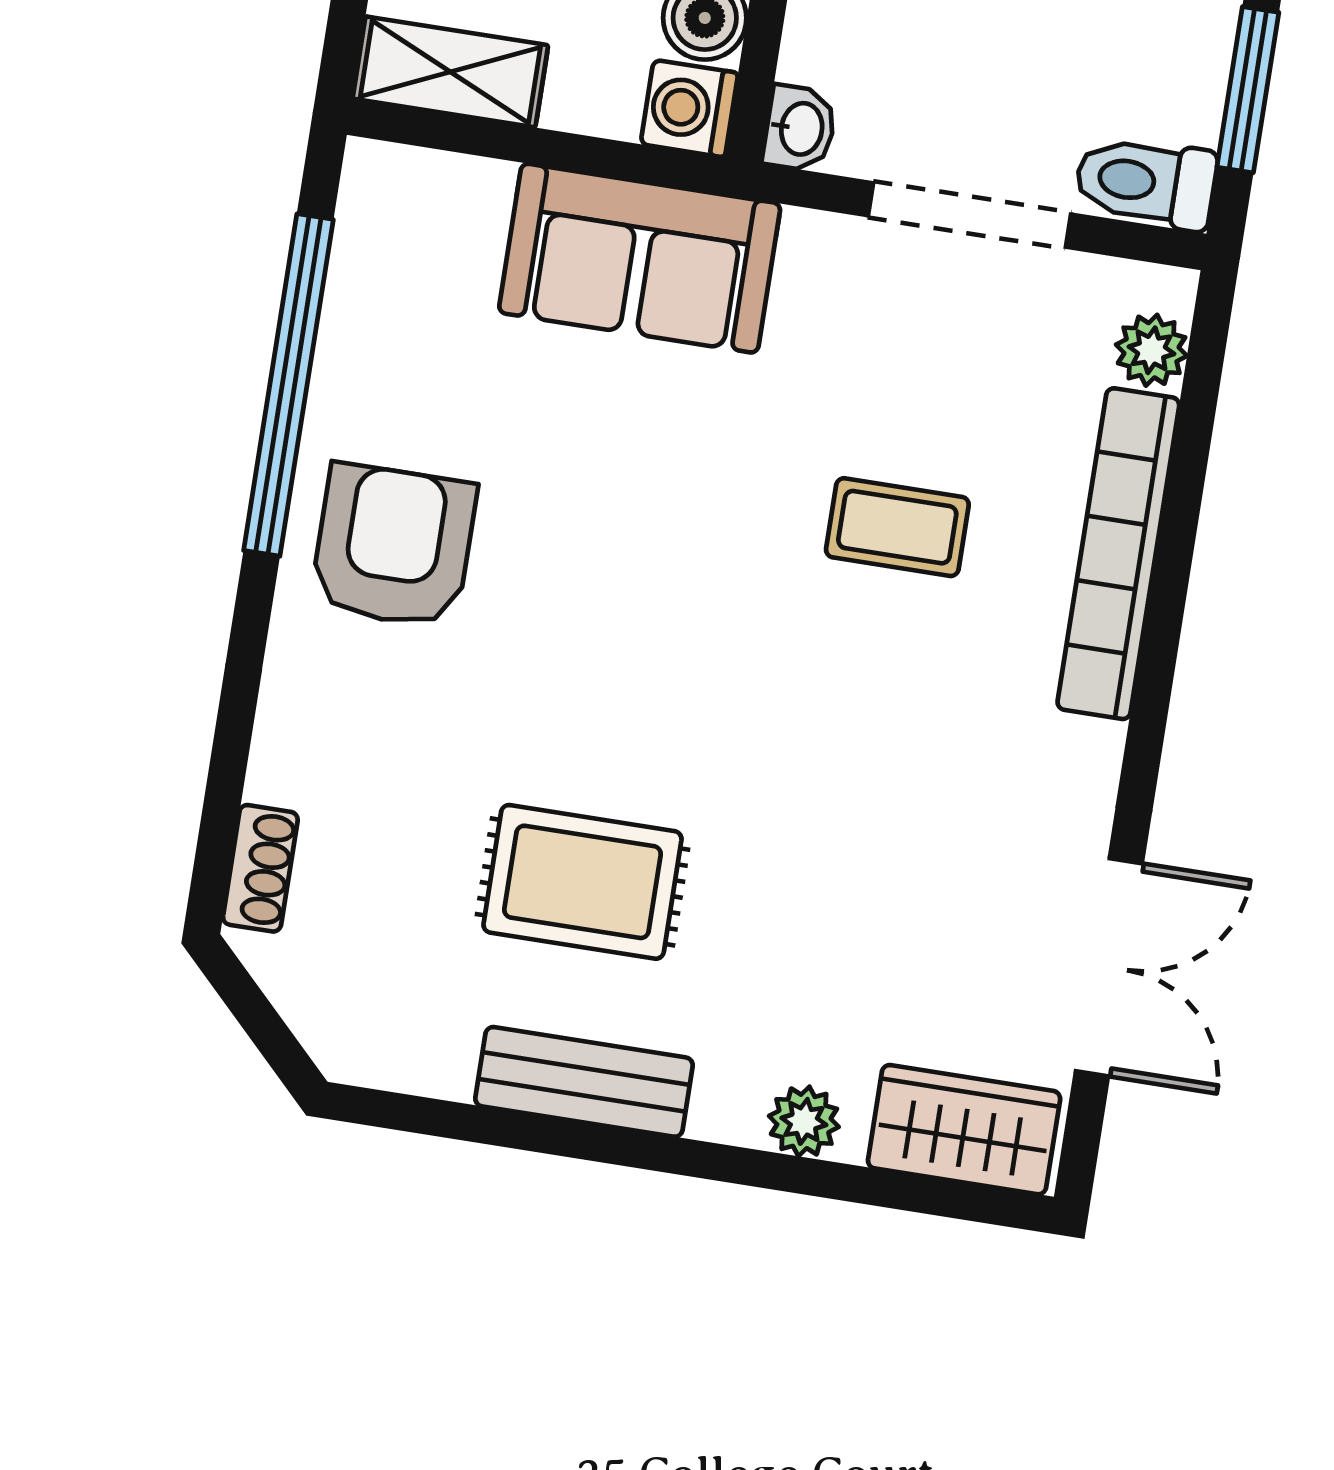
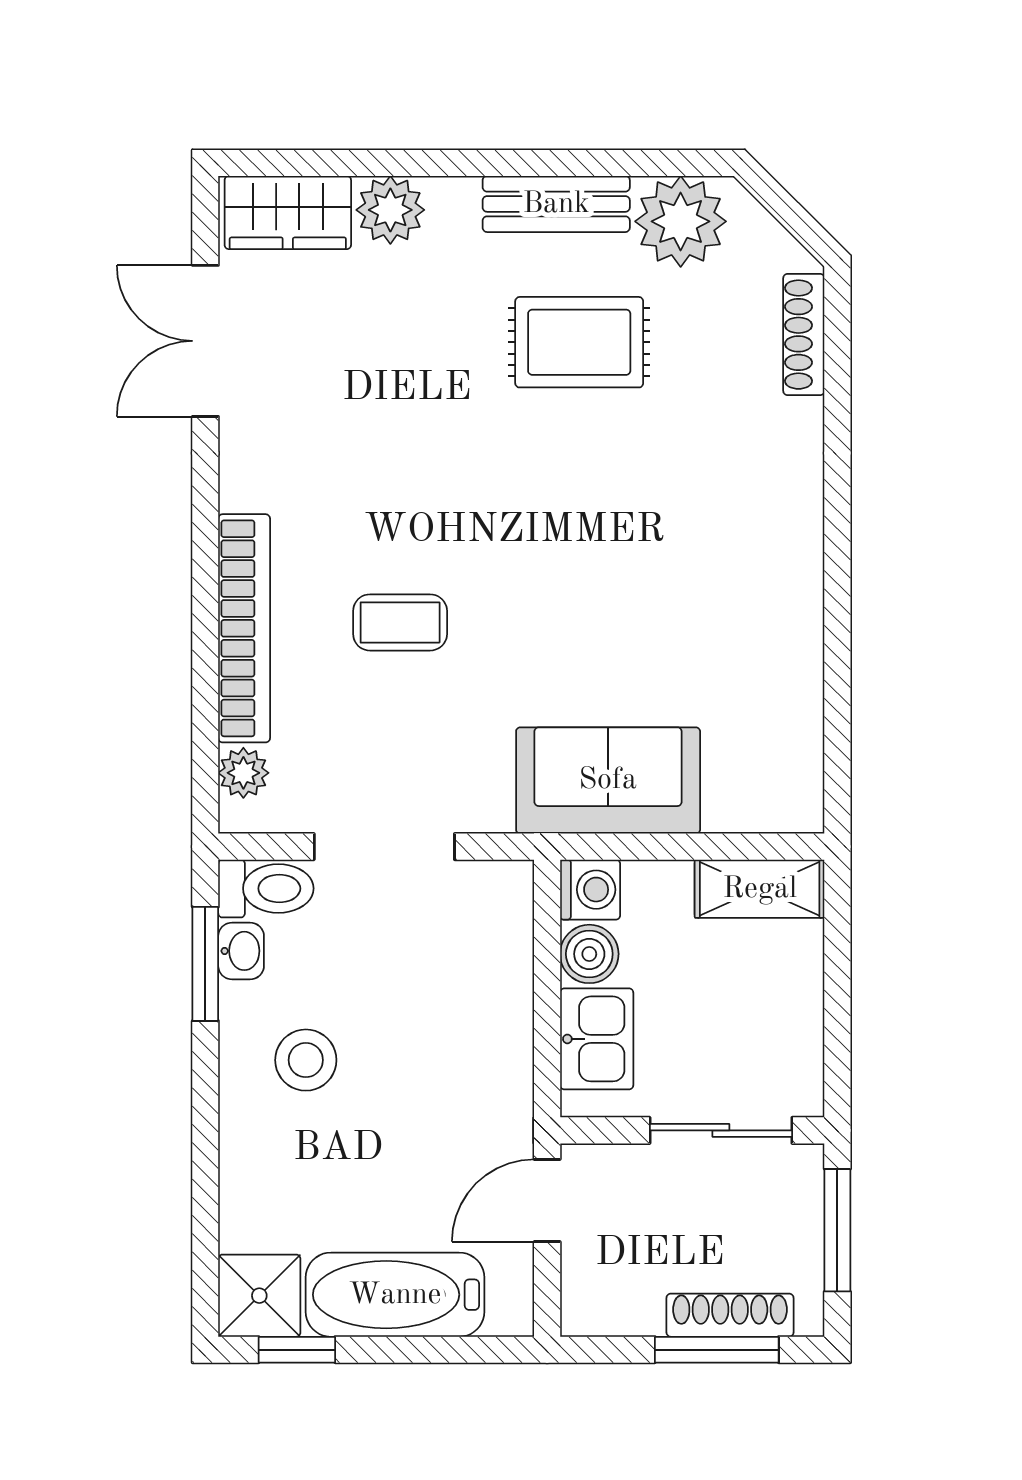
washbasin: (800, 129) -> (241, 951), moved, turned 180
window: (288, 385) -> (837, 654), removed
armchair: (393, 546) -> (747, 554), removed
shoe rack: (260, 868) -> (804, 335), width x1.43
plant: (413, 1029) -> (681, 221), added
plant: (804, 1121) -> (390, 210), width x1.38, depth x1.38

